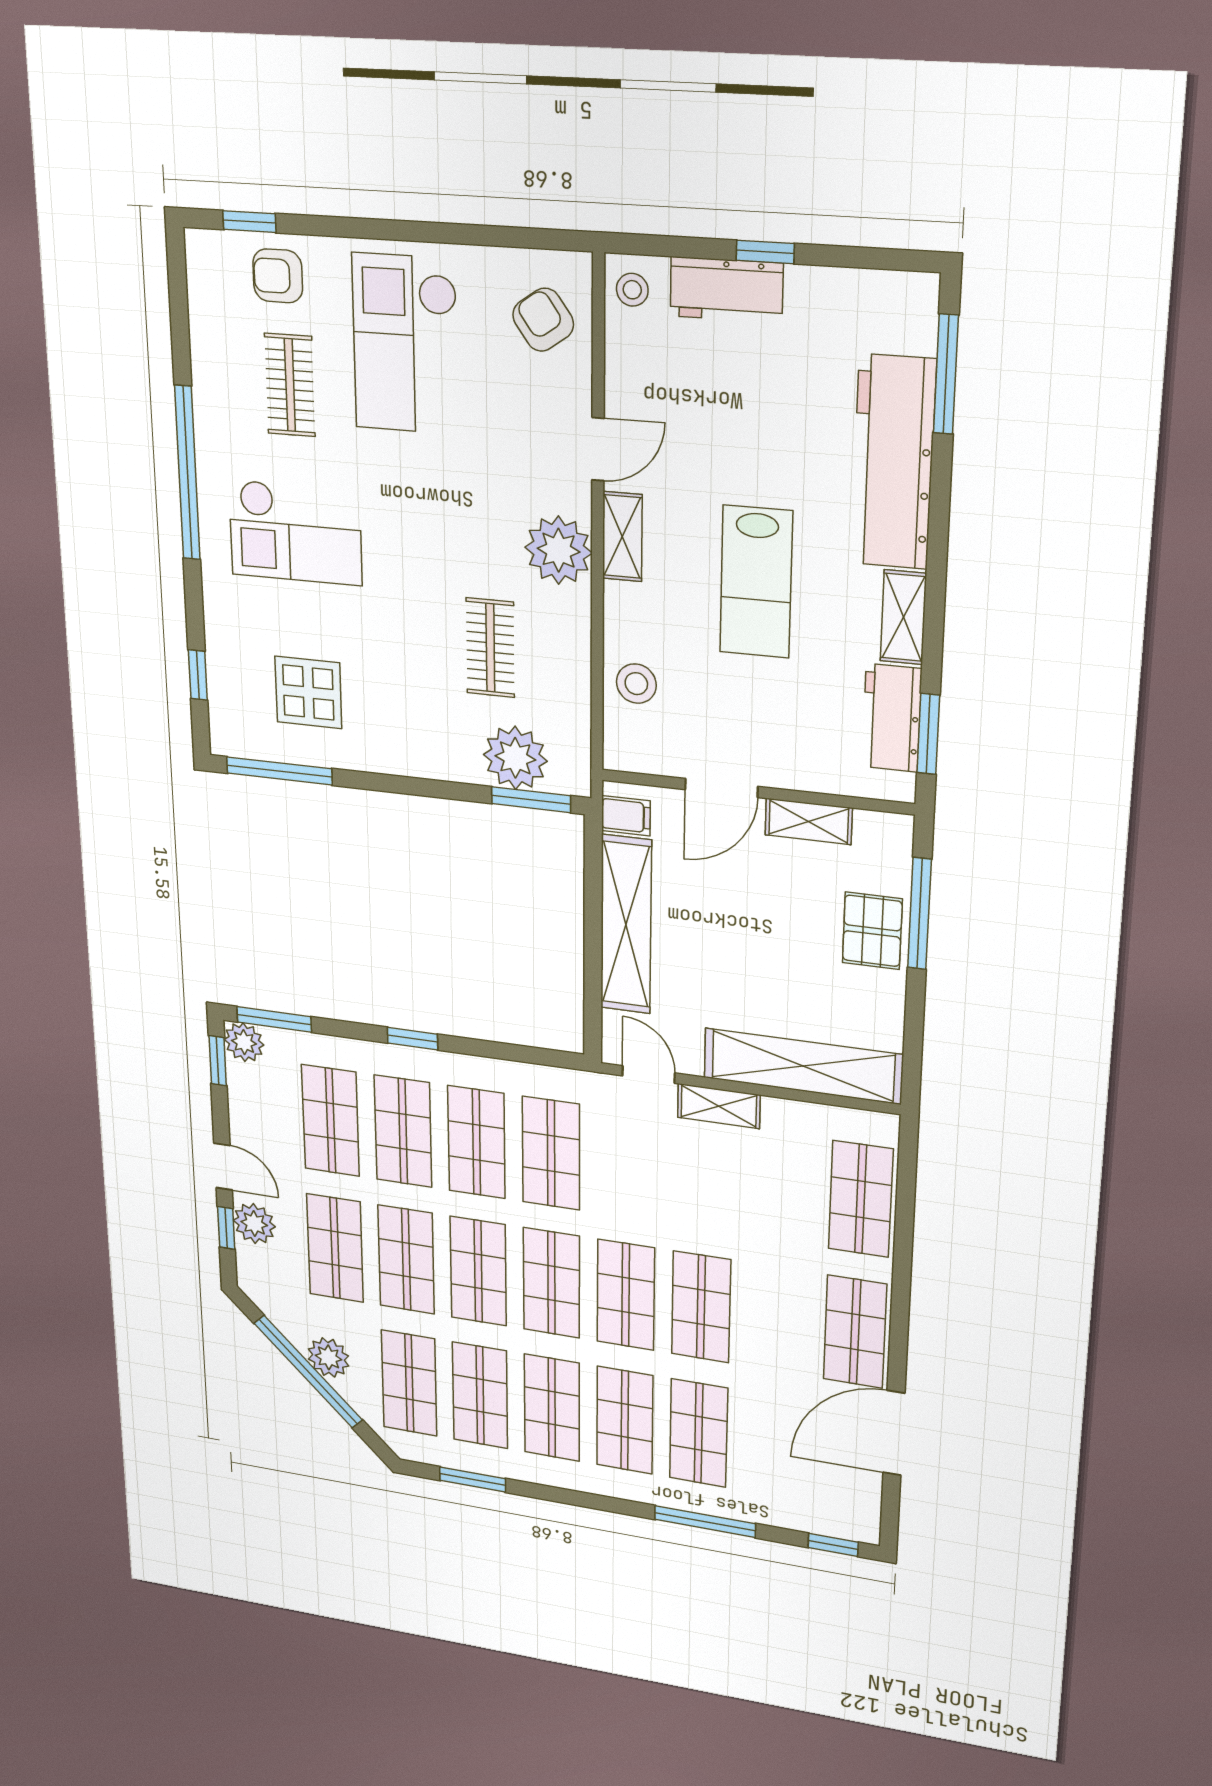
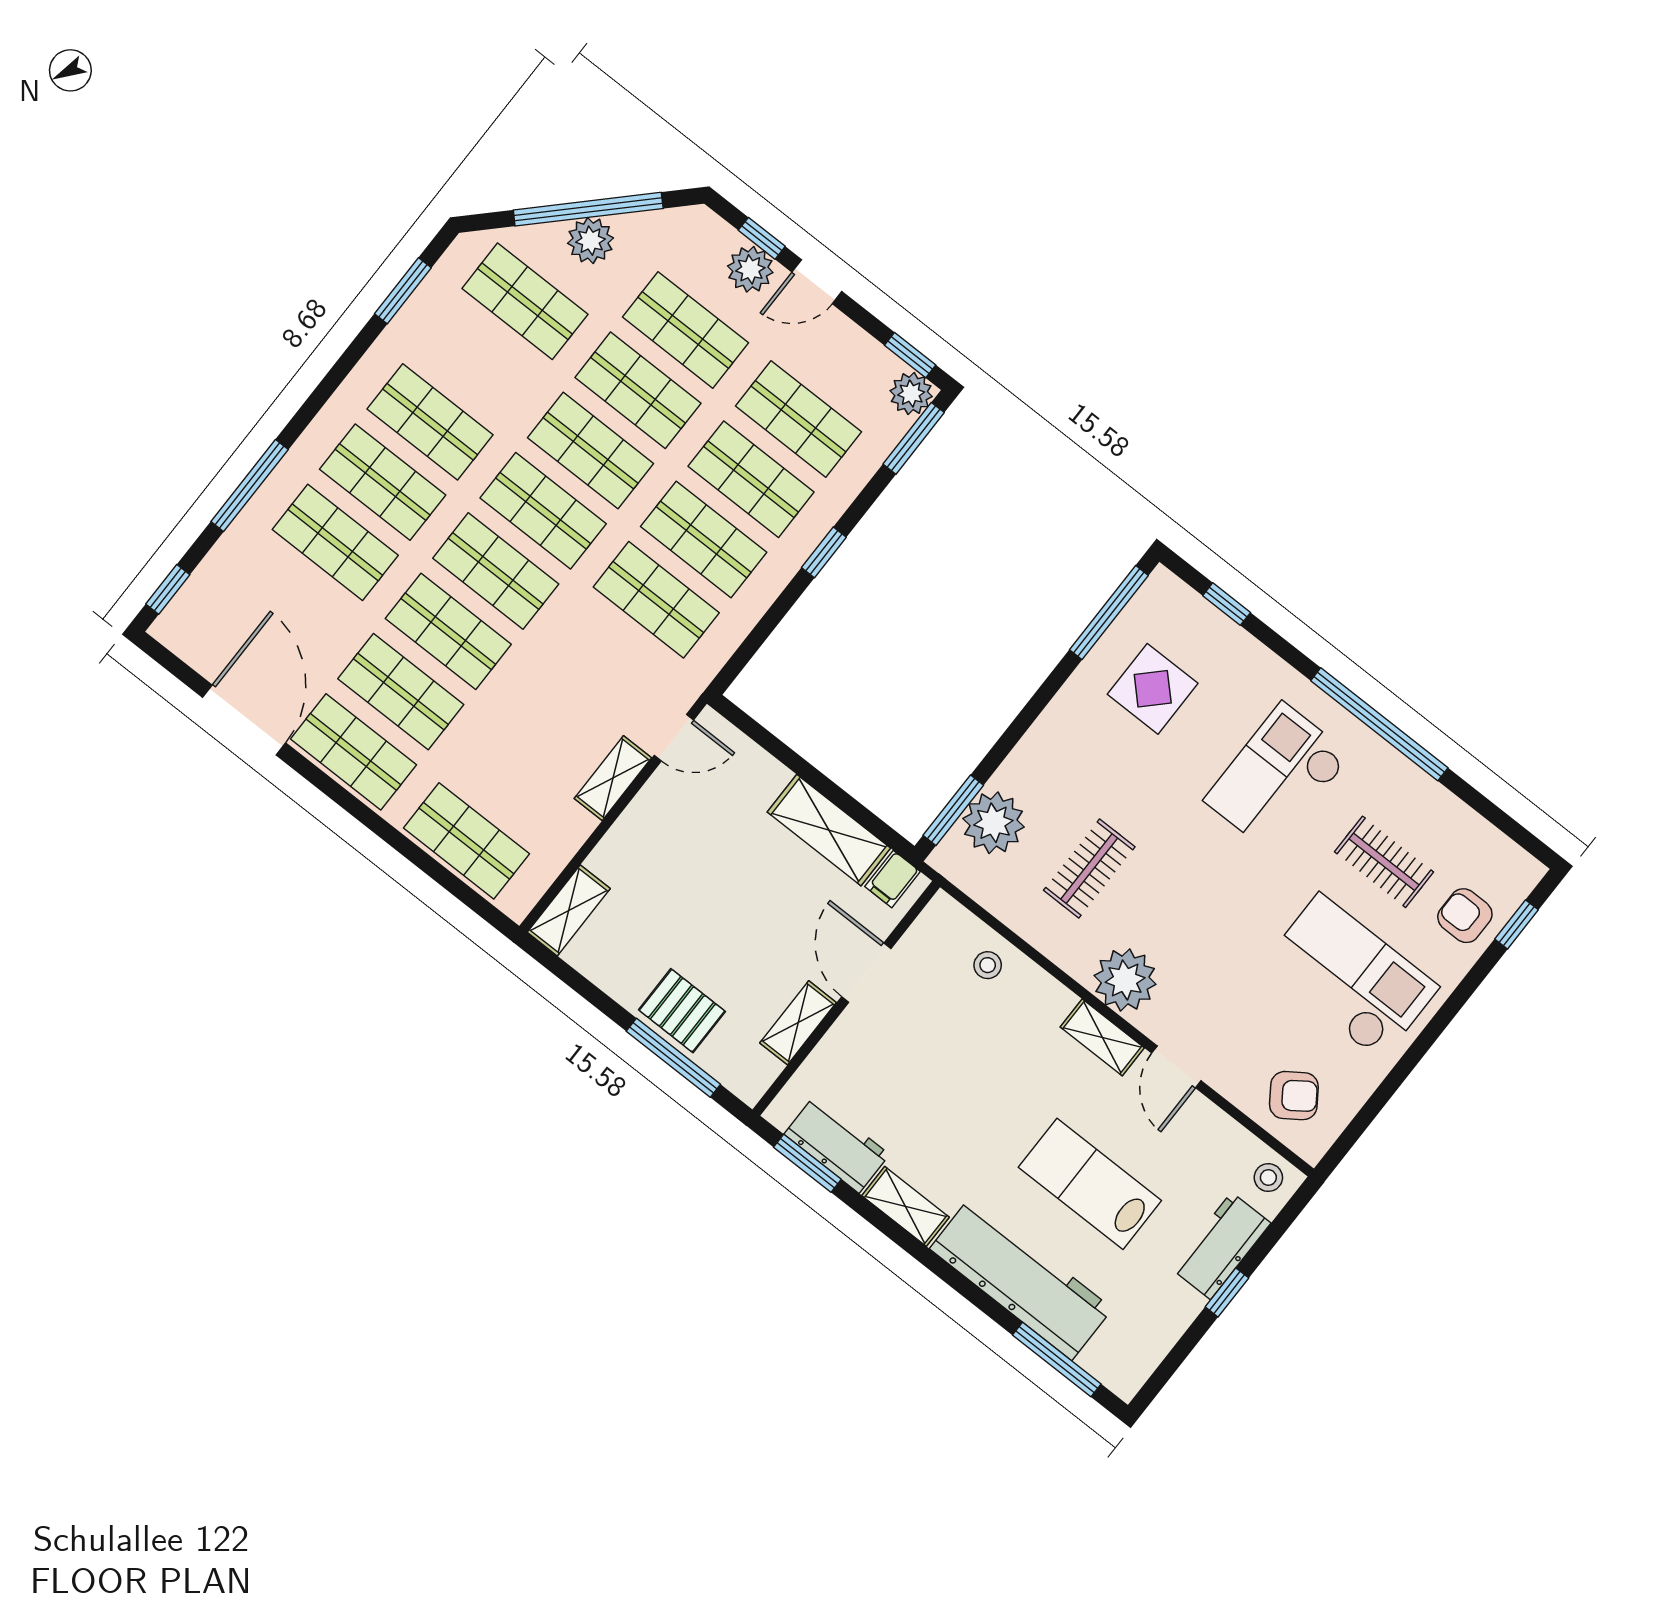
armchair: (278, 276) -> (1465, 916), turned -90
lab bench: (756, 582) -> (1090, 1184), moved
clothes rail: (490, 648) -> (1089, 869), turned 90
stool: (636, 684) -> (988, 965), width x0.73, depth x0.73
shelving: (626, 925) -> (829, 830), width x0.68
shelving: (803, 1066) -> (569, 910), width x0.45, depth x0.75
shop shelf: (480, 1395) -> (401, 692), moved

